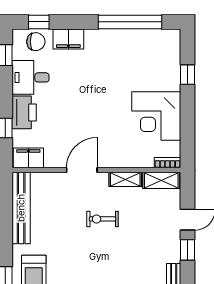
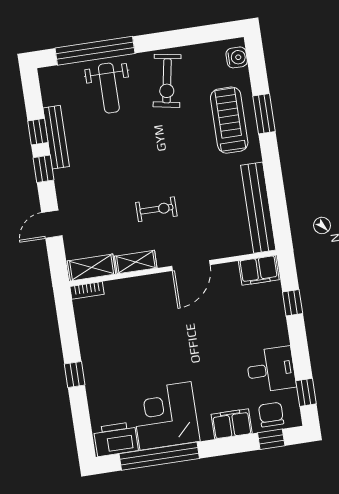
chair: (36, 42) -> (271, 415), turned 90
window: (188, 75) -> (75, 374), moved
printer: (24, 112) -> (116, 439), moved, turned 90
corner desk: (156, 116) -> (166, 416), moved, turned -90
window: (188, 250) -> (43, 169), moved

